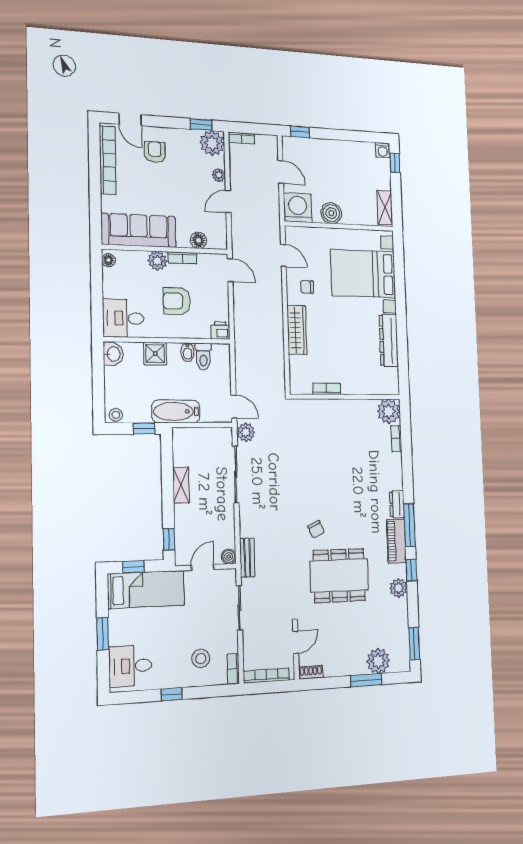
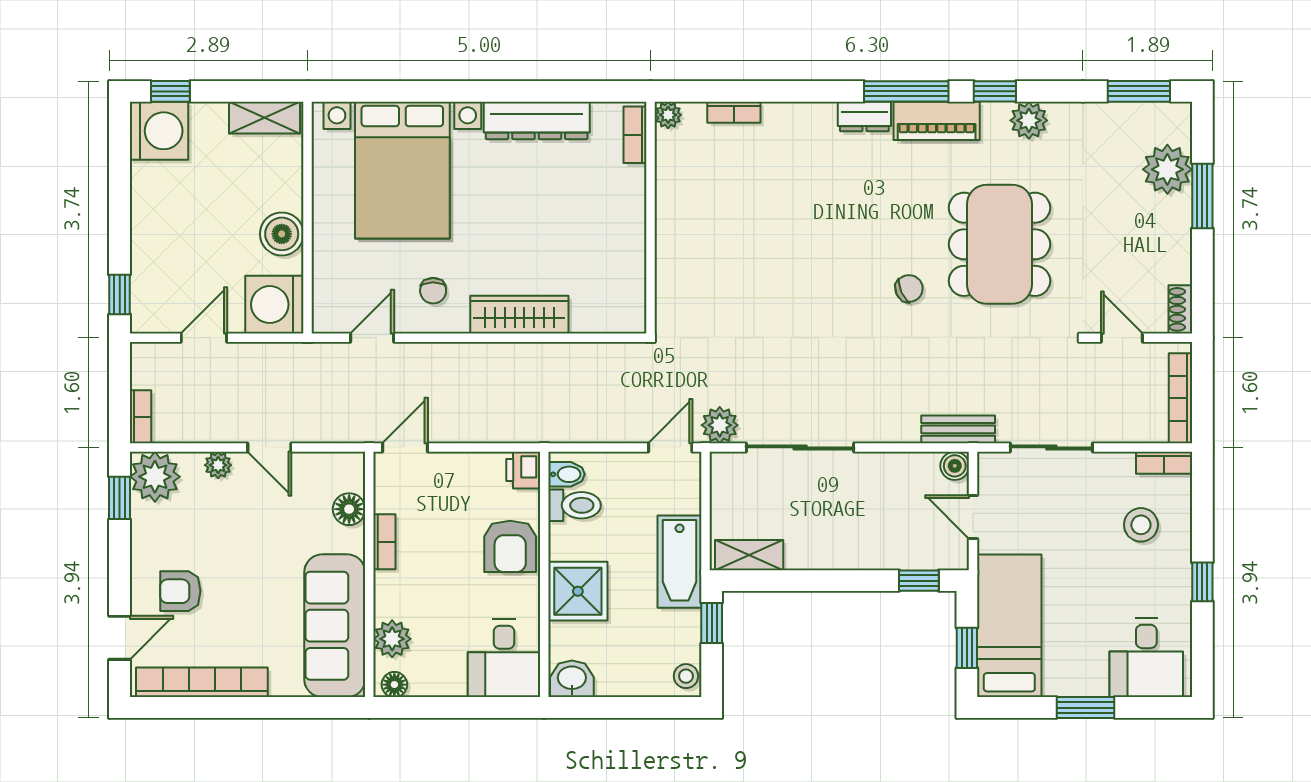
washing machine: (383, 150) -> (159, 131), width x1.89, depth x1.89
plant: (157, 261) -> (392, 639), moved
armchair: (177, 301) -> (510, 546), moved
bidet: (187, 352) -> (567, 474), moved
shower: (155, 354) -> (578, 591), width x1.36, depth x1.36
bookcase: (327, 389) -> (635, 135), moved
plant: (389, 411) -> (668, 115), width x0.53, depth x0.53
shelving: (181, 485) -> (749, 555), moved

